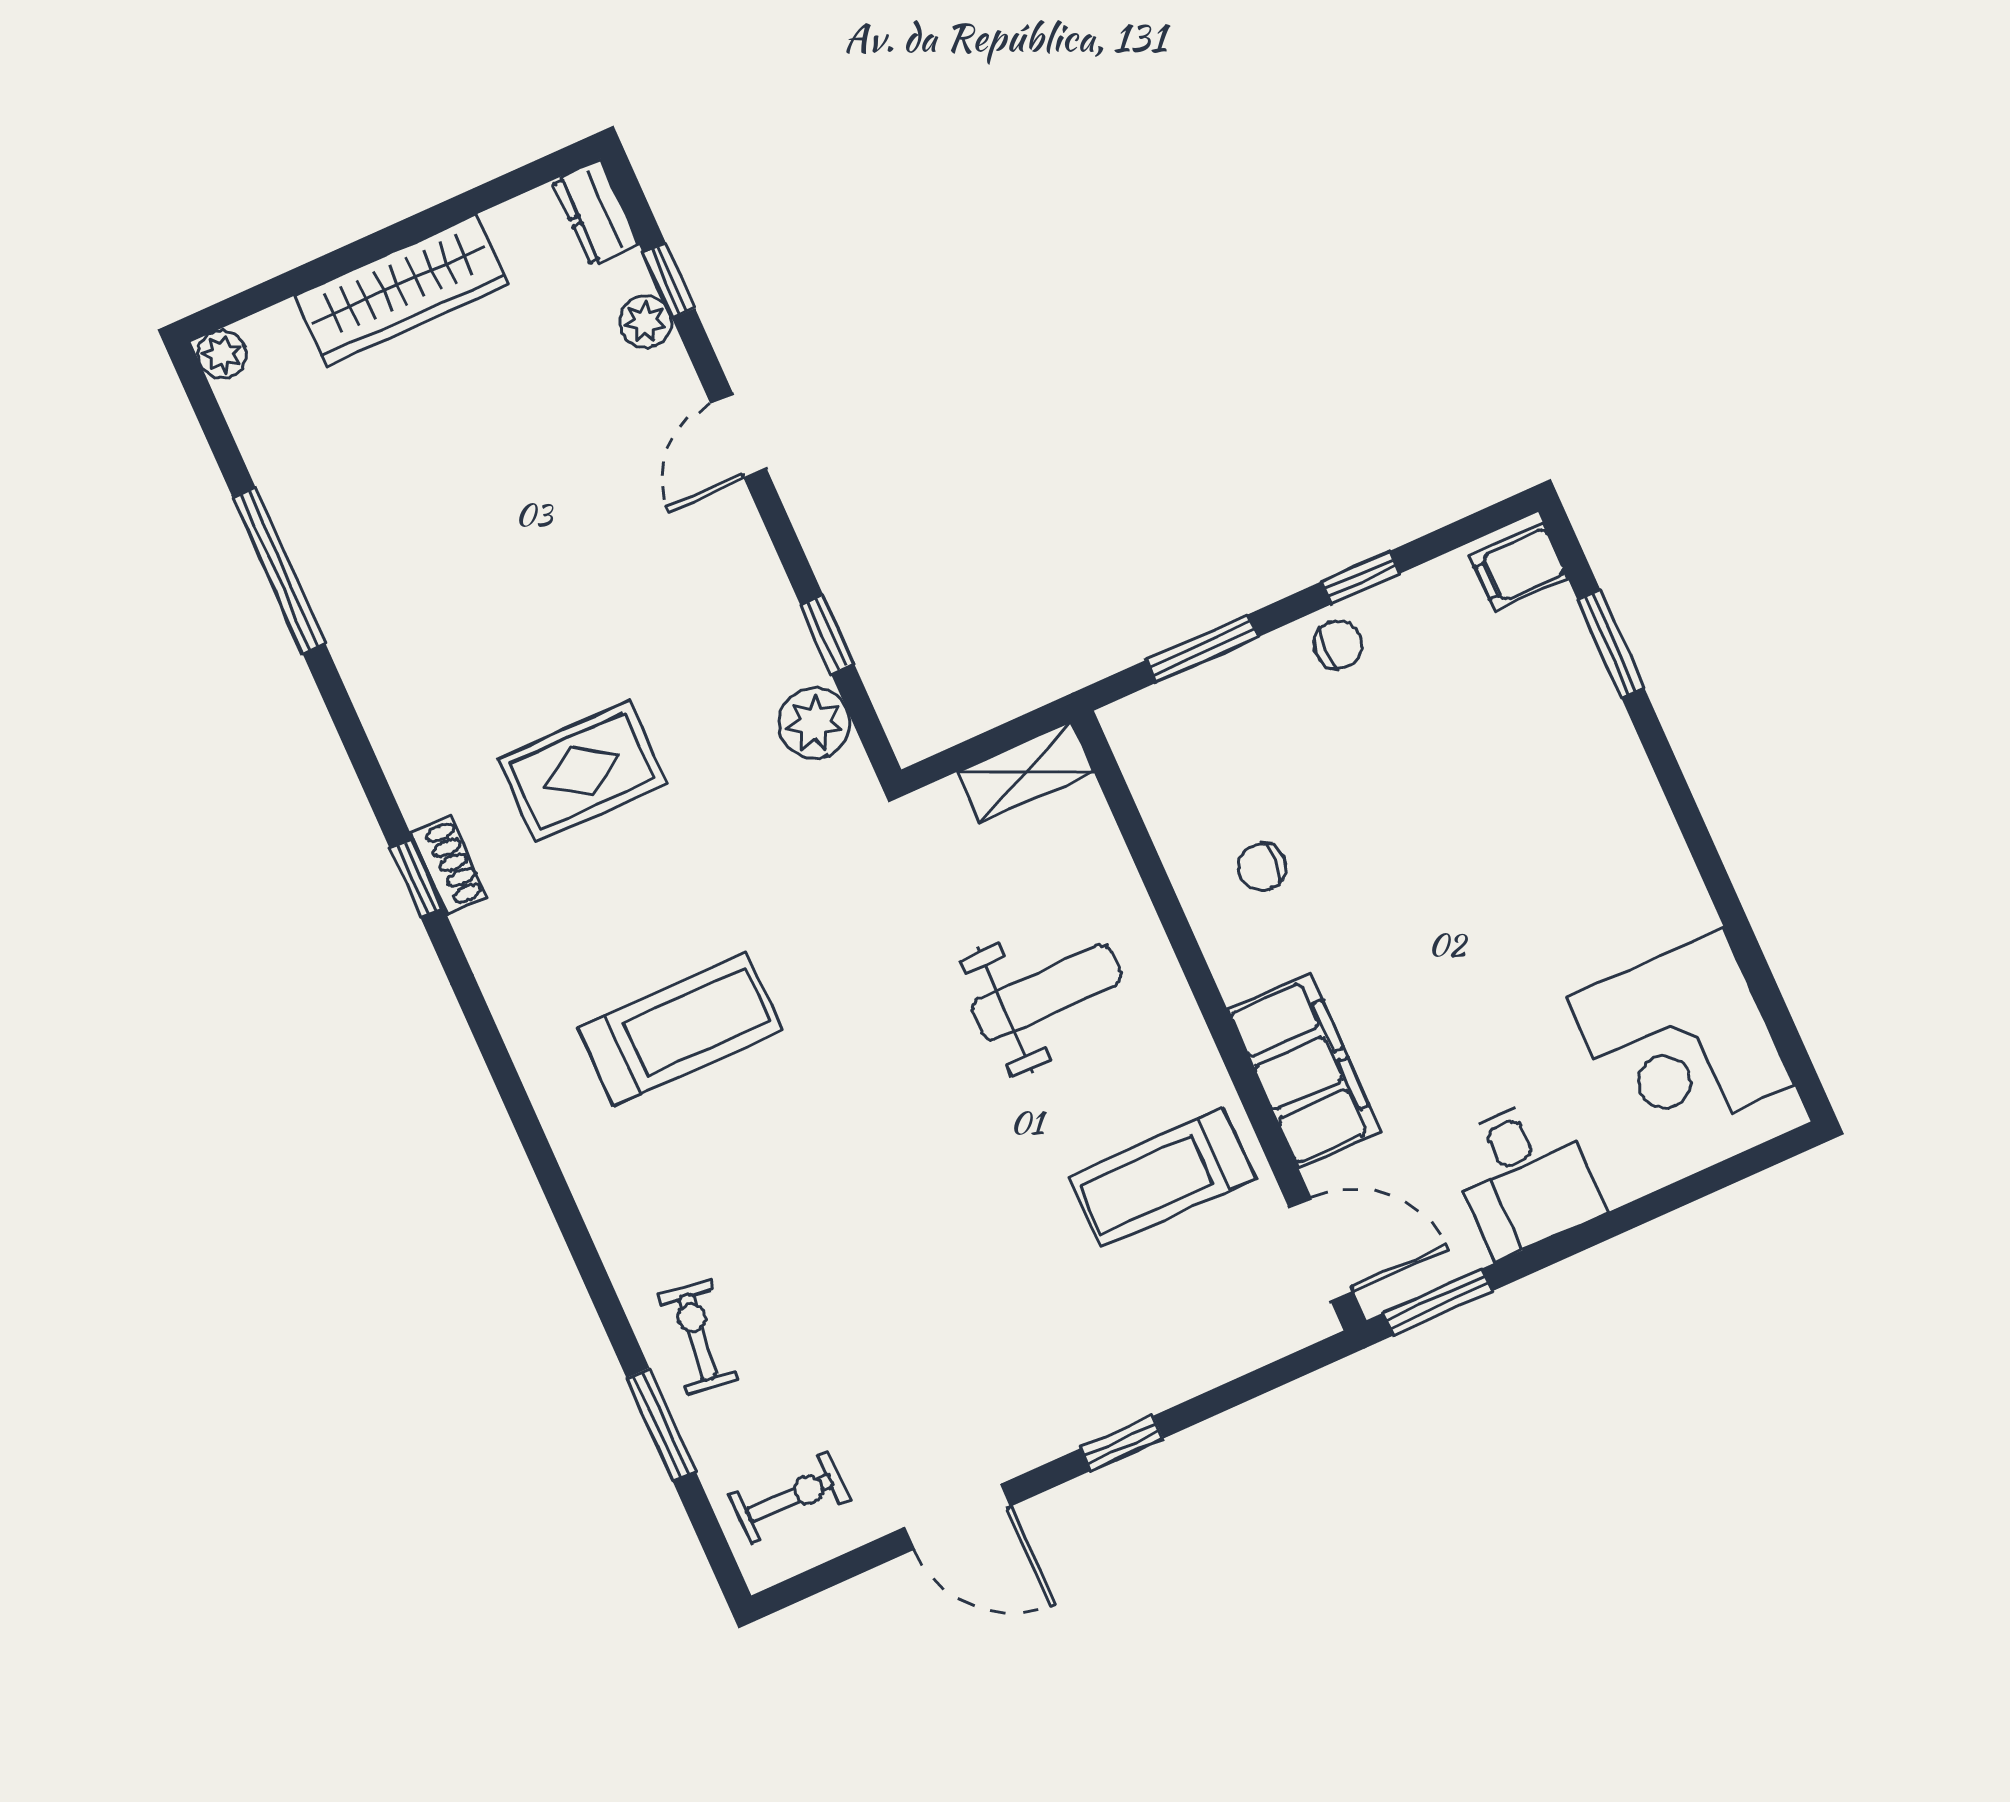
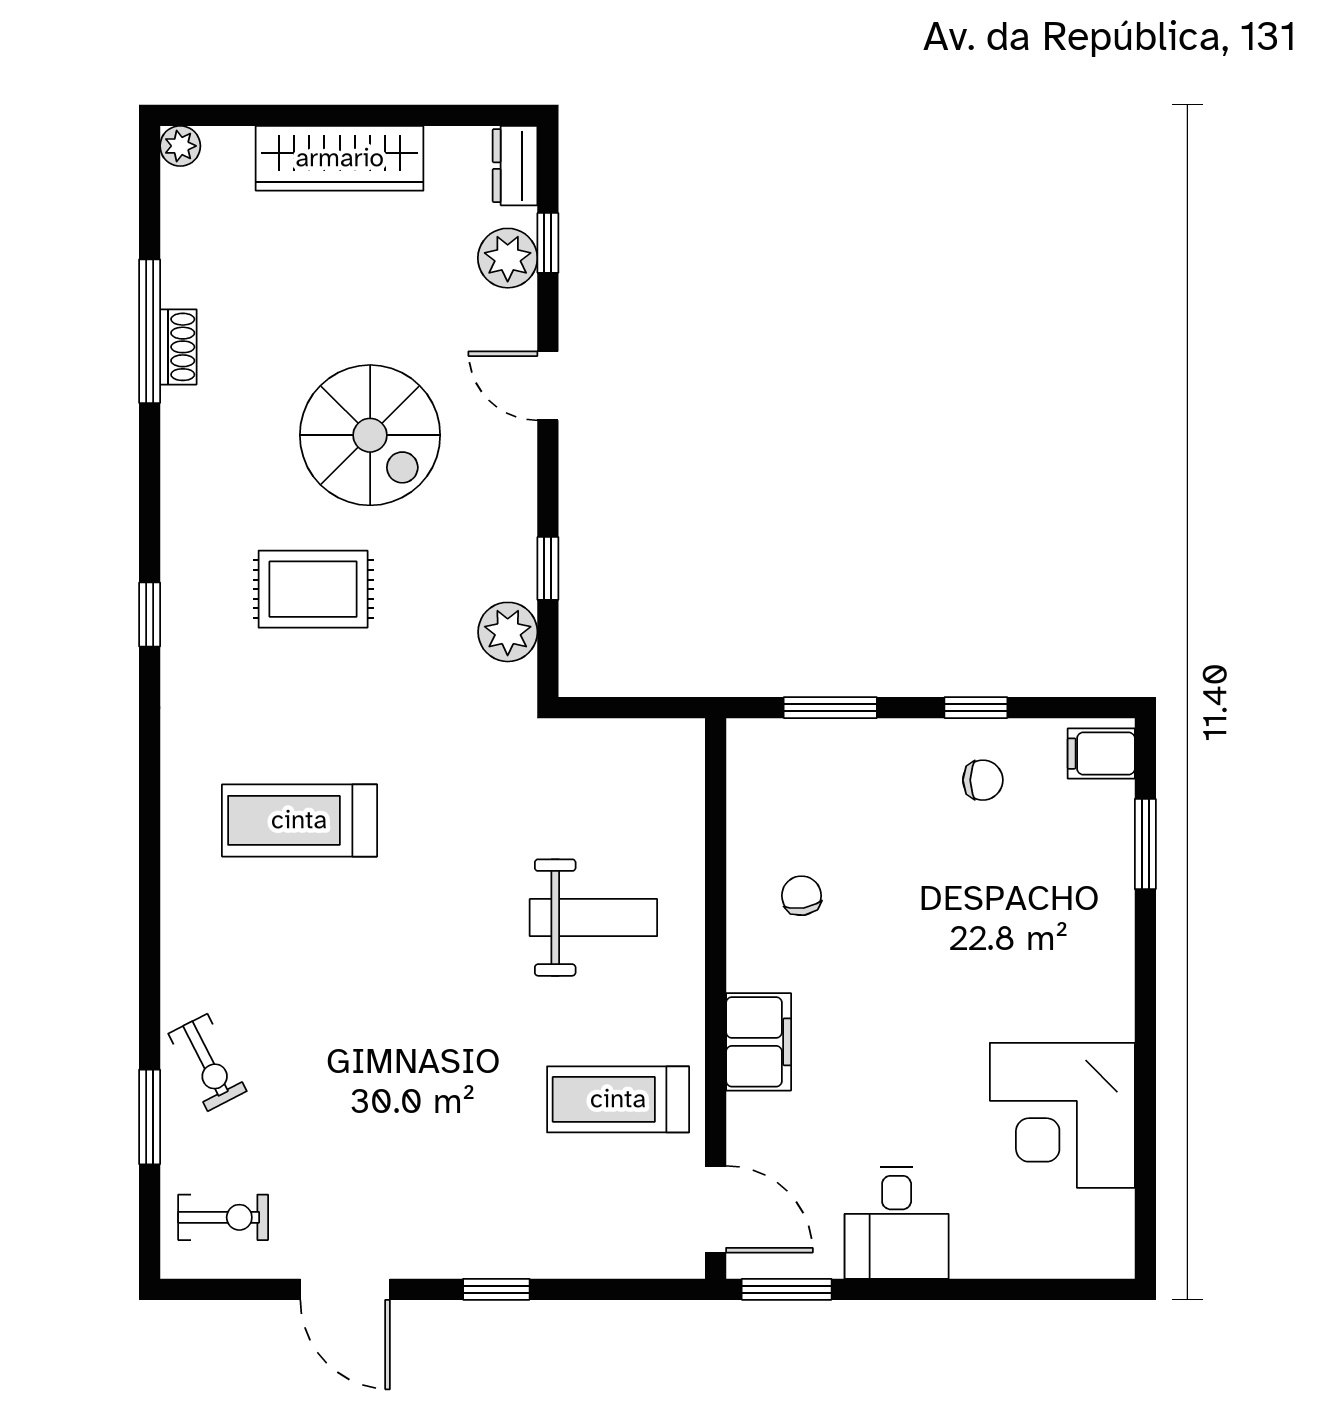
plant: (645, 322) -> (508, 258), width x1.38, depth x1.38
door: (739, 436) -> (548, 386), hinge flipped
spiral stairs: (569, 576) -> (370, 435), added
chair: (1338, 645) -> (983, 780), moved
shelving: (1025, 772) -> (653, 742), removed
shoe rack: (448, 865) -> (178, 347), moved
chair: (1262, 867) -> (801, 896), turned 81
treadmill: (680, 1029) -> (299, 820), turned 180
corner desk: (1680, 1041) -> (1062, 1115), moved
filing cabinet: (1304, 1071) -> (759, 1042), width x0.67, depth x0.86
exercise bike: (697, 1337) -> (207, 1062), turned 145

